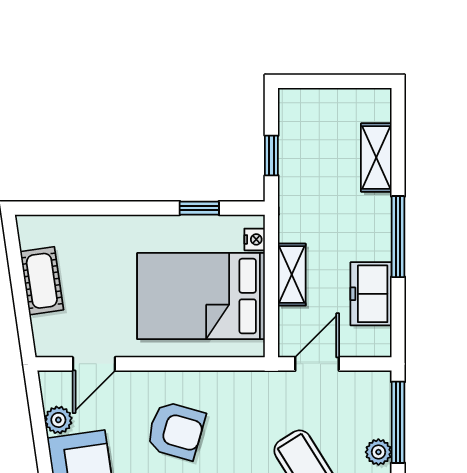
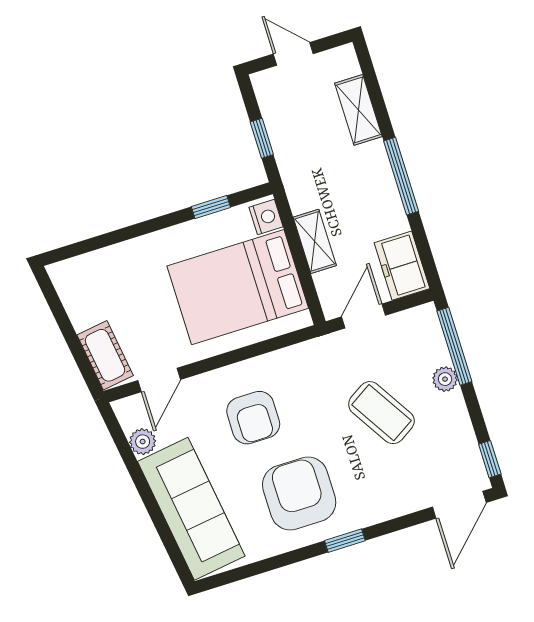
door: (329, 81) -> (293, 54), added
nightstand: (255, 239) -> (266, 217), width x1.39, depth x1.35
cot: (42, 281) -> (105, 355), moved
freezer: (371, 294) -> (402, 266), moved
armchair: (176, 431) -> (253, 418), turned 74

